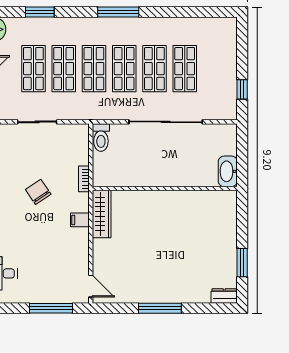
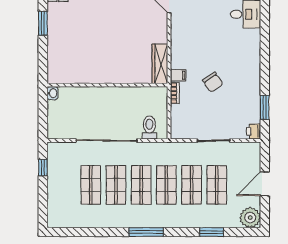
toilet: (101, 137) -> (149, 128), moved
washbasin: (228, 171) -> (52, 93), width x0.52, depth x0.69
filing cabinet: (80, 220) -> (178, 75), moved

